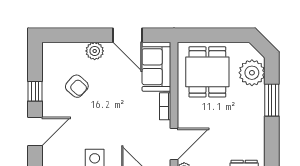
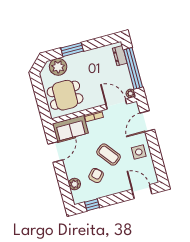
plant: (95, 51) -> (74, 184), moved
window: (35, 91) -> (92, 205), moved
coffee table: (103, 113) -> (109, 155), added
door: (35, 131) -> (142, 192), moved

